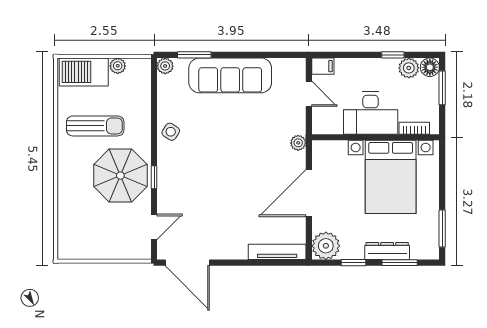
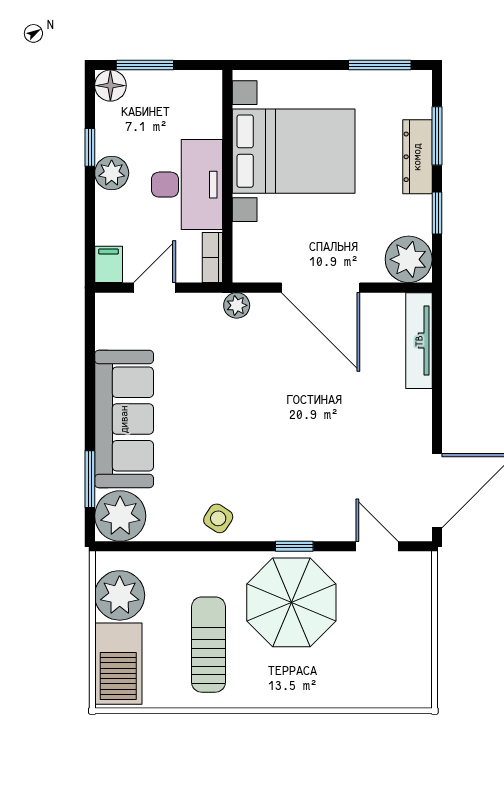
plant: (118, 66) -> (120, 595), width x1.87, depth x1.87
plant: (165, 66) -> (120, 516), width x1.88, depth x1.88
plant: (409, 68) -> (112, 173), moved
bookcase: (414, 128) -> (212, 258), moved

